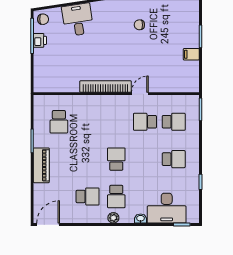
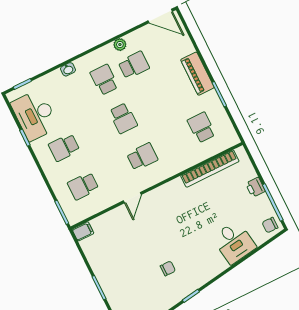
printer: (40, 40) -> (255, 187), moved
filing cabinet: (191, 54) -> (83, 231), moved
bookcase: (106, 87) -> (210, 169), moved
school desk: (145, 122) -> (142, 157), moved
school desk: (88, 196) -> (134, 65), turned 180
desk: (167, 208) -> (35, 115), moved, turned -90
plant: (113, 218) -> (120, 45), moved
door: (48, 225) -> (160, 16), hinge flipped

